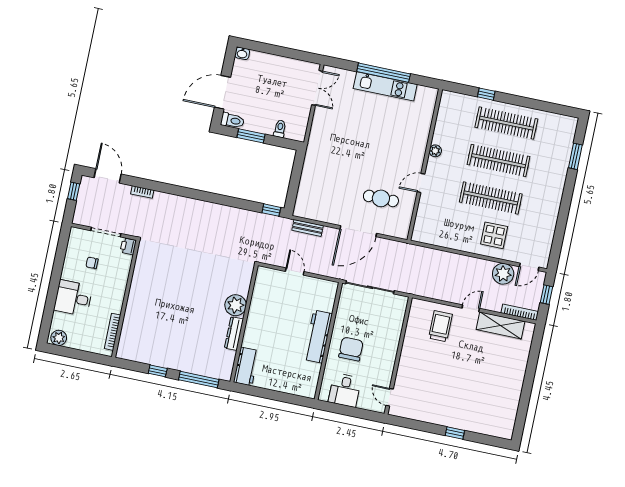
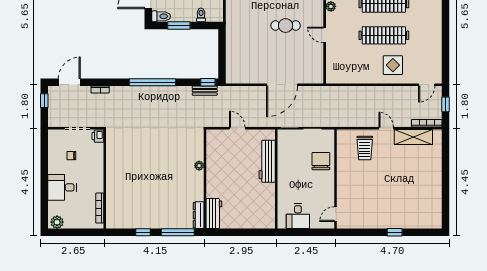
door: (108, 176) -> (69, 82), hinge flipped
door: (421, 183) -> (325, 35), hinge flipped
window: (206, 196) -> (152, 82), added
cafe table: (381, 198) -> (286, 26), moved
bench: (308, 228) -> (205, 91), moved
plant: (503, 274) -> (407, 95), removed
plant: (236, 305) -> (199, 166), width x0.53, depth x0.53
door: (471, 308) -> (386, 128), hinge flipped
trolley: (441, 326) -> (365, 148), turned 180
dresser: (234, 334) -> (199, 215), moved
workbench: (318, 337) -> (267, 161), moved
chair: (351, 349) -> (321, 161), moved
door: (390, 397) -> (335, 214), hinge flipped

